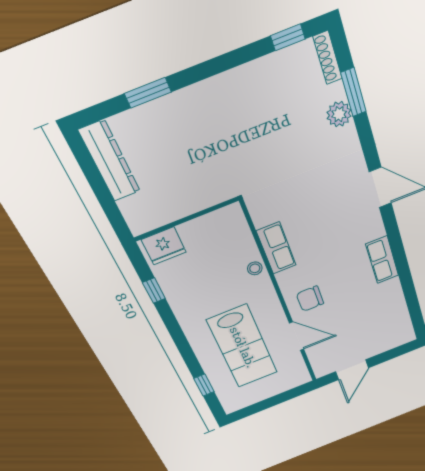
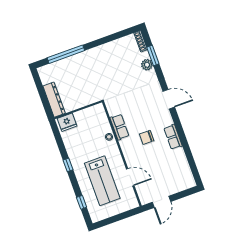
window: (288, 37) -> (124, 33), removed
window: (148, 93) -> (66, 54), width x2.11
dresser: (110, 161) -> (54, 100), moved
window: (154, 291) -> (68, 165), moved
chair: (310, 299) -> (147, 137), moved

